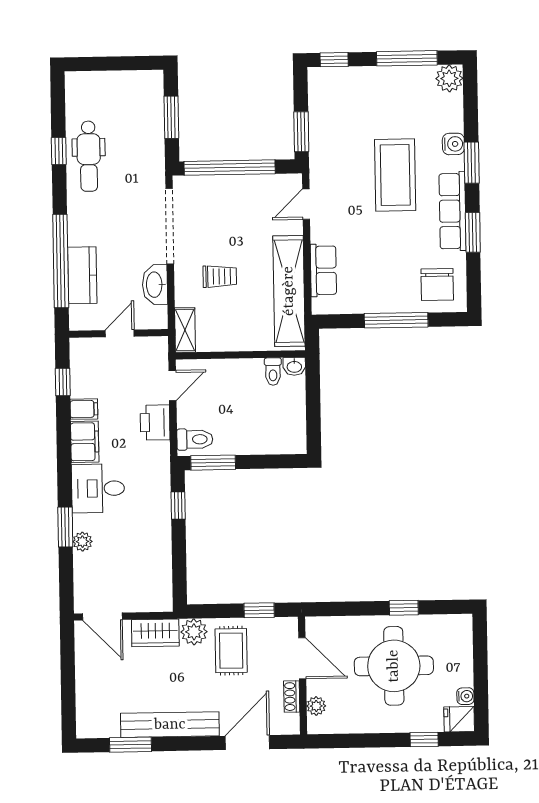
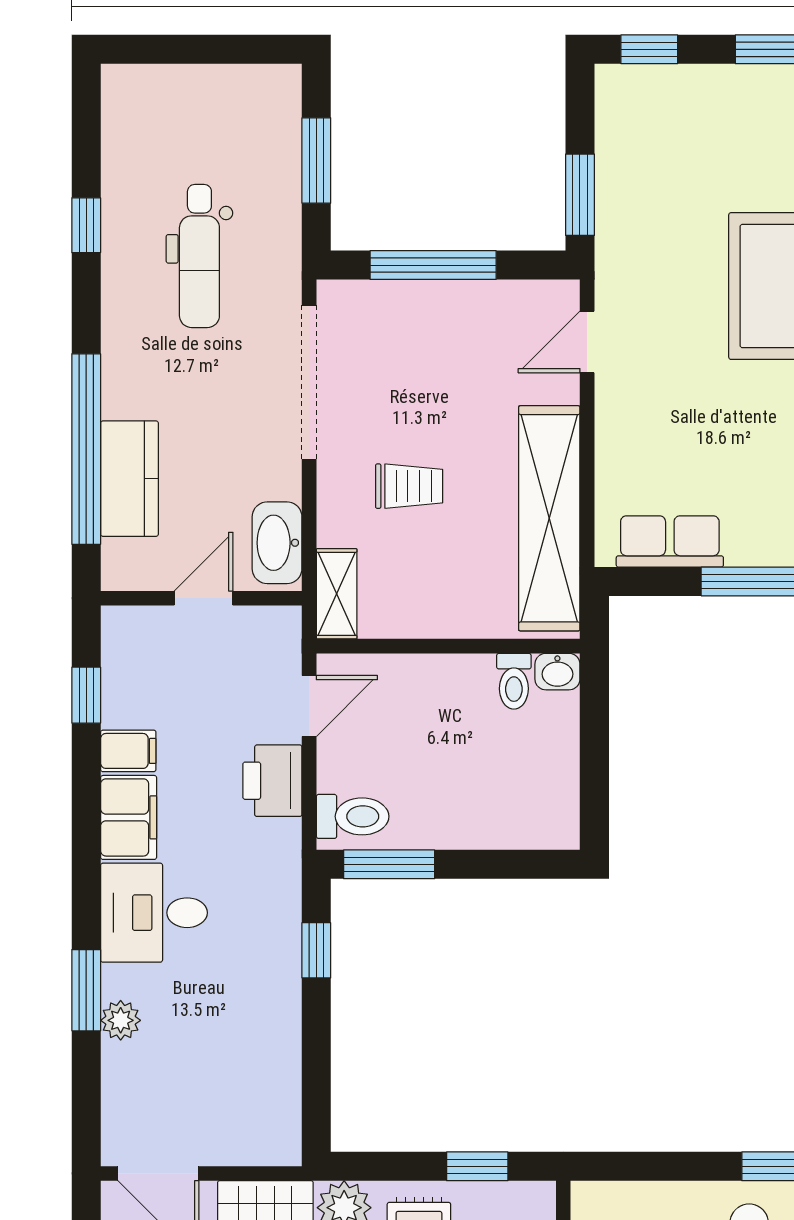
dental chair: (89, 156) -> (199, 256), moved
window: (230, 168) -> (433, 265), width x0.68
row of seats: (323, 270) -> (670, 541), moved, turned -90
washbasin: (155, 285) -> (277, 543), moved

